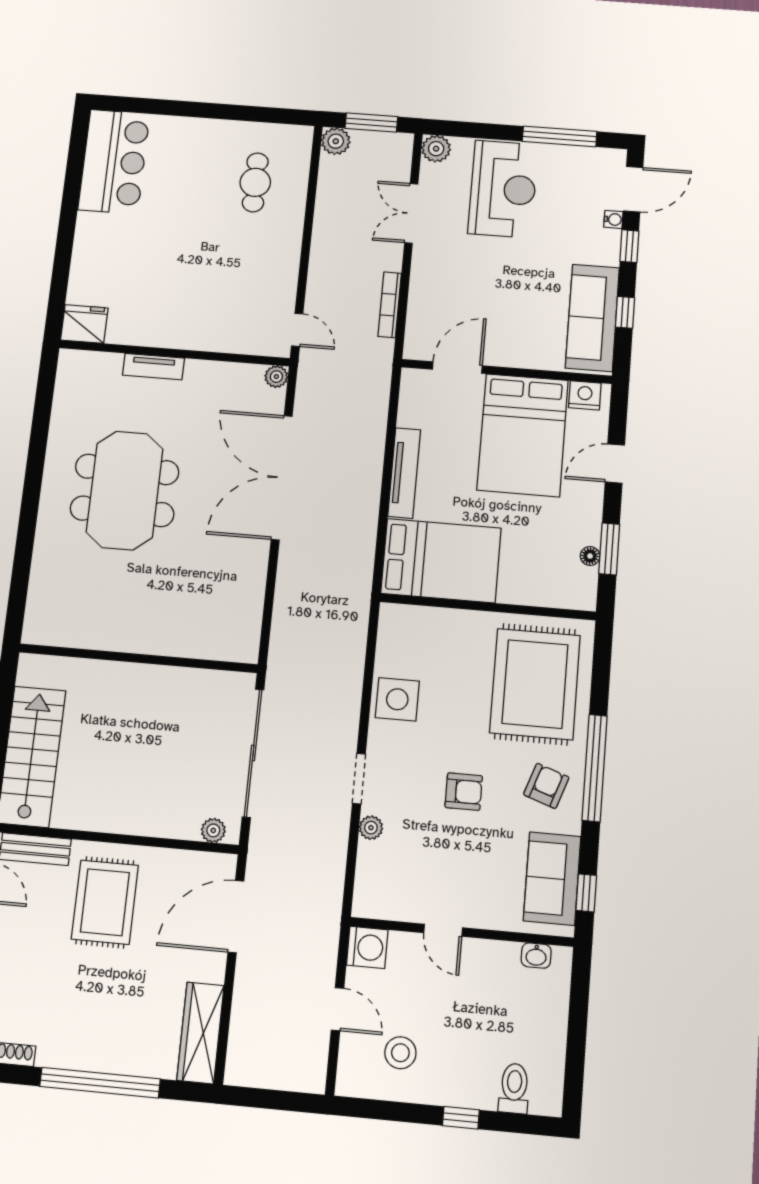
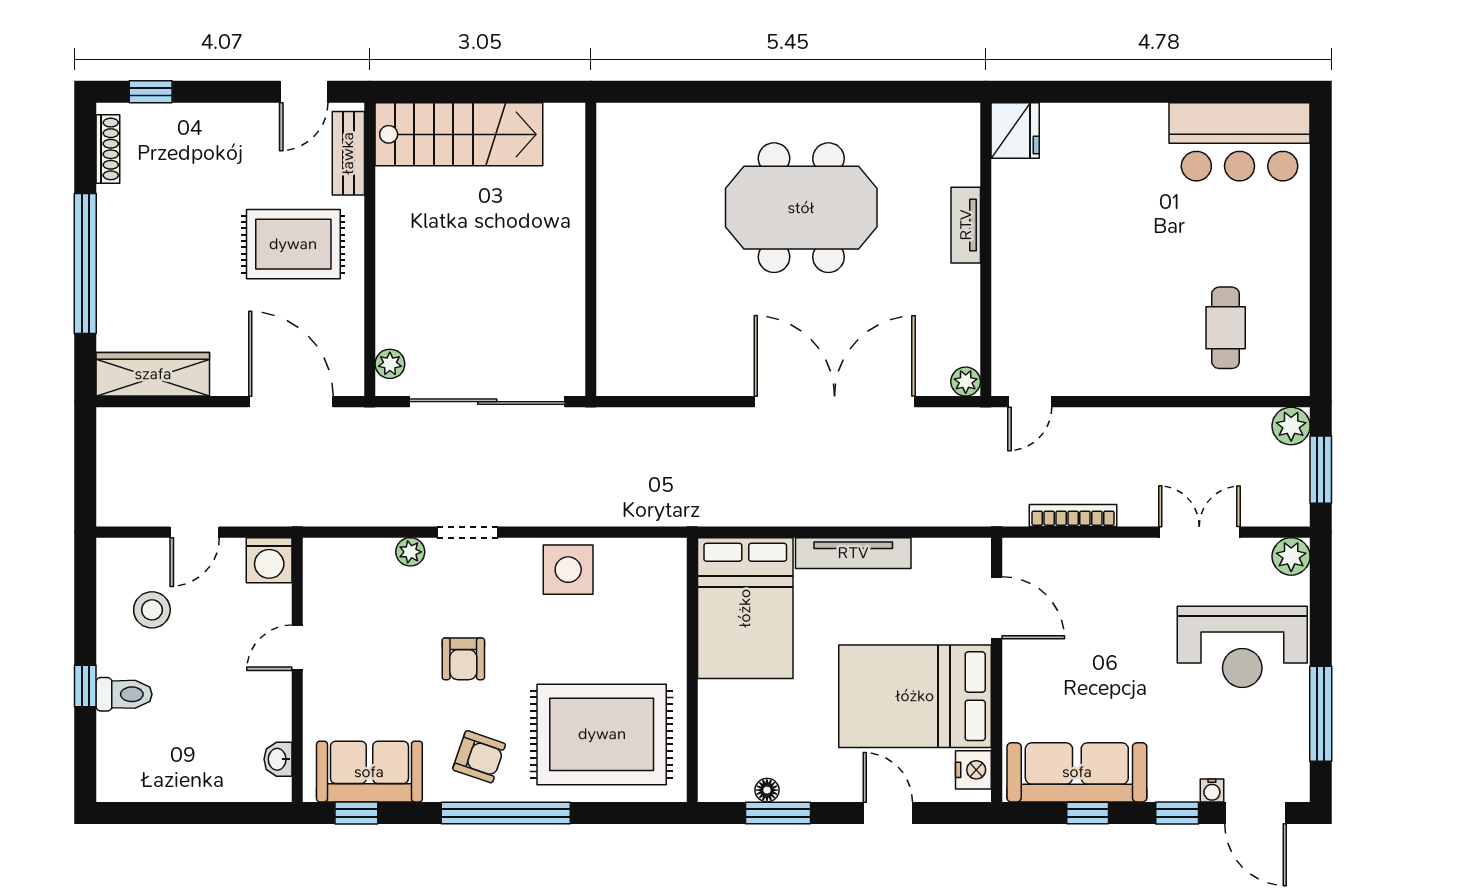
cafe table: (255, 182) -> (1226, 328), turned 90
toilet: (514, 1088) -> (124, 694), moved

